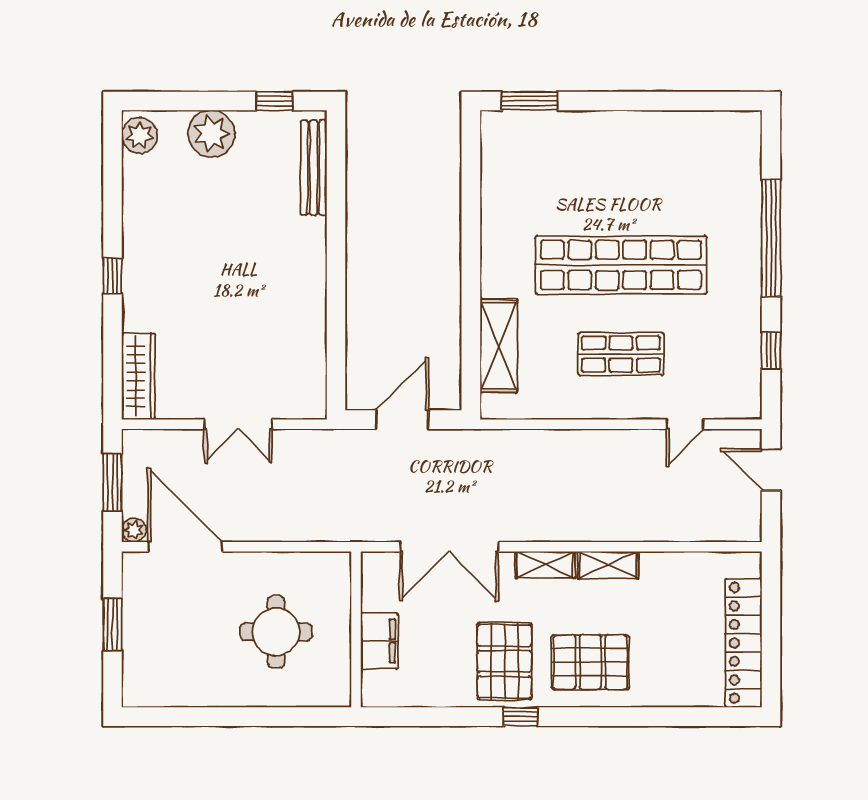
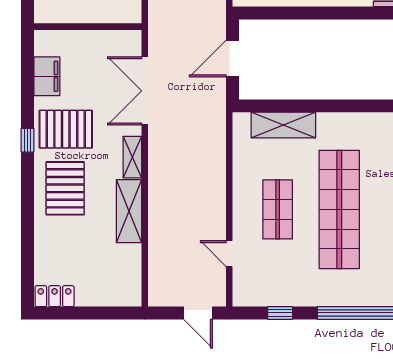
door: (402, 420) -> (232, 58), swing flipped
door: (771, 470) -> (198, 313), swing flipped
shelving: (608, 565) -> (129, 211), width x1.50, depth x1.33
filing cabinet: (379, 641) -> (47, 76), moved, turned -90
locker: (744, 643) -> (55, 296), width x0.46, depth x0.83

